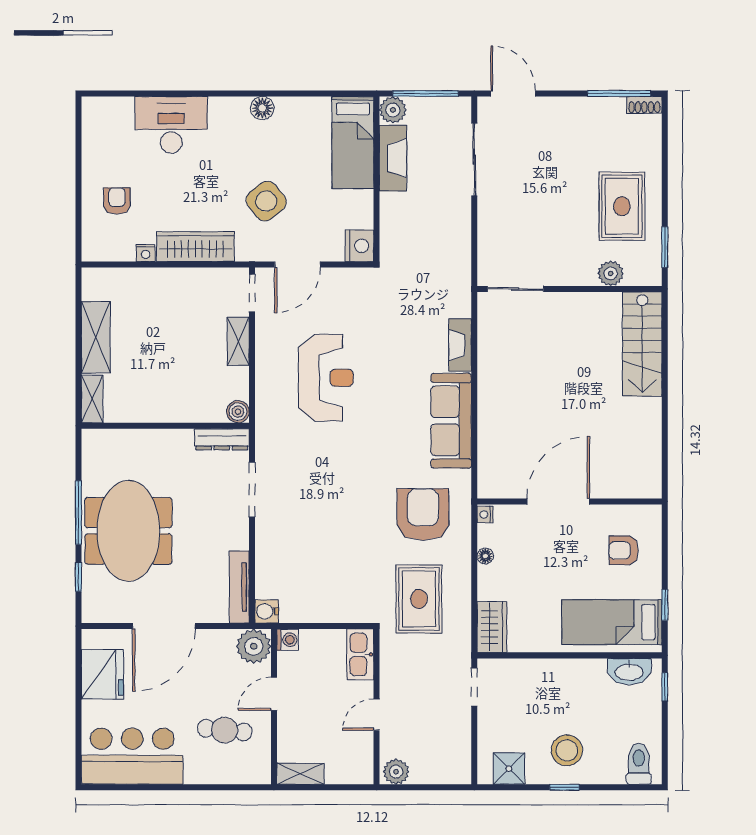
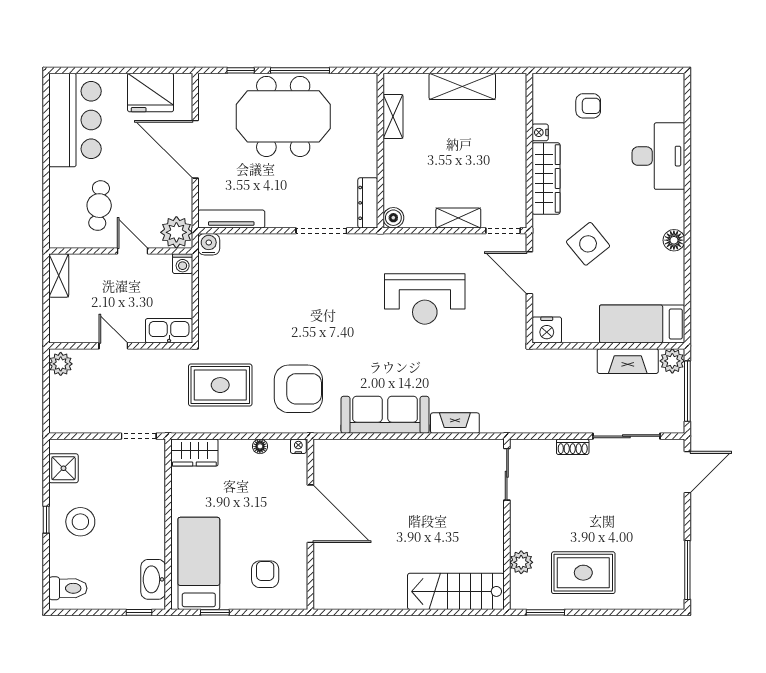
shoe rack: (644, 105) -> (573, 447), moved, turned -90
shelving: (92, 399) -> (393, 116), moved, turned 90

